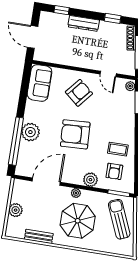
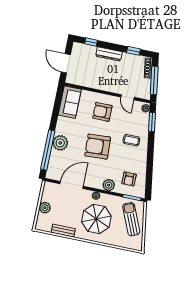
armchair: (79, 93) -> (102, 112), turned -130
coffee table: (118, 149) -> (131, 140), moved

